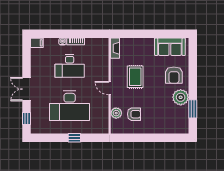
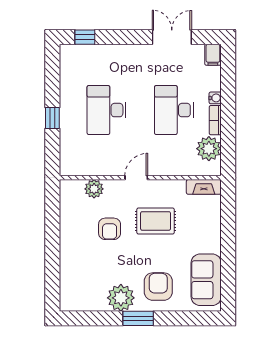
plant: (92, 45) -> (209, 149), added
armchair: (174, 75) -> (158, 287), turned 90
double door: (26, 89) -> (172, 37), moved
desk: (70, 106) -> (107, 110), width x0.73, depth x0.77
window: (193, 109) -> (138, 318), moved
armchair: (134, 114) -> (110, 229), moved

